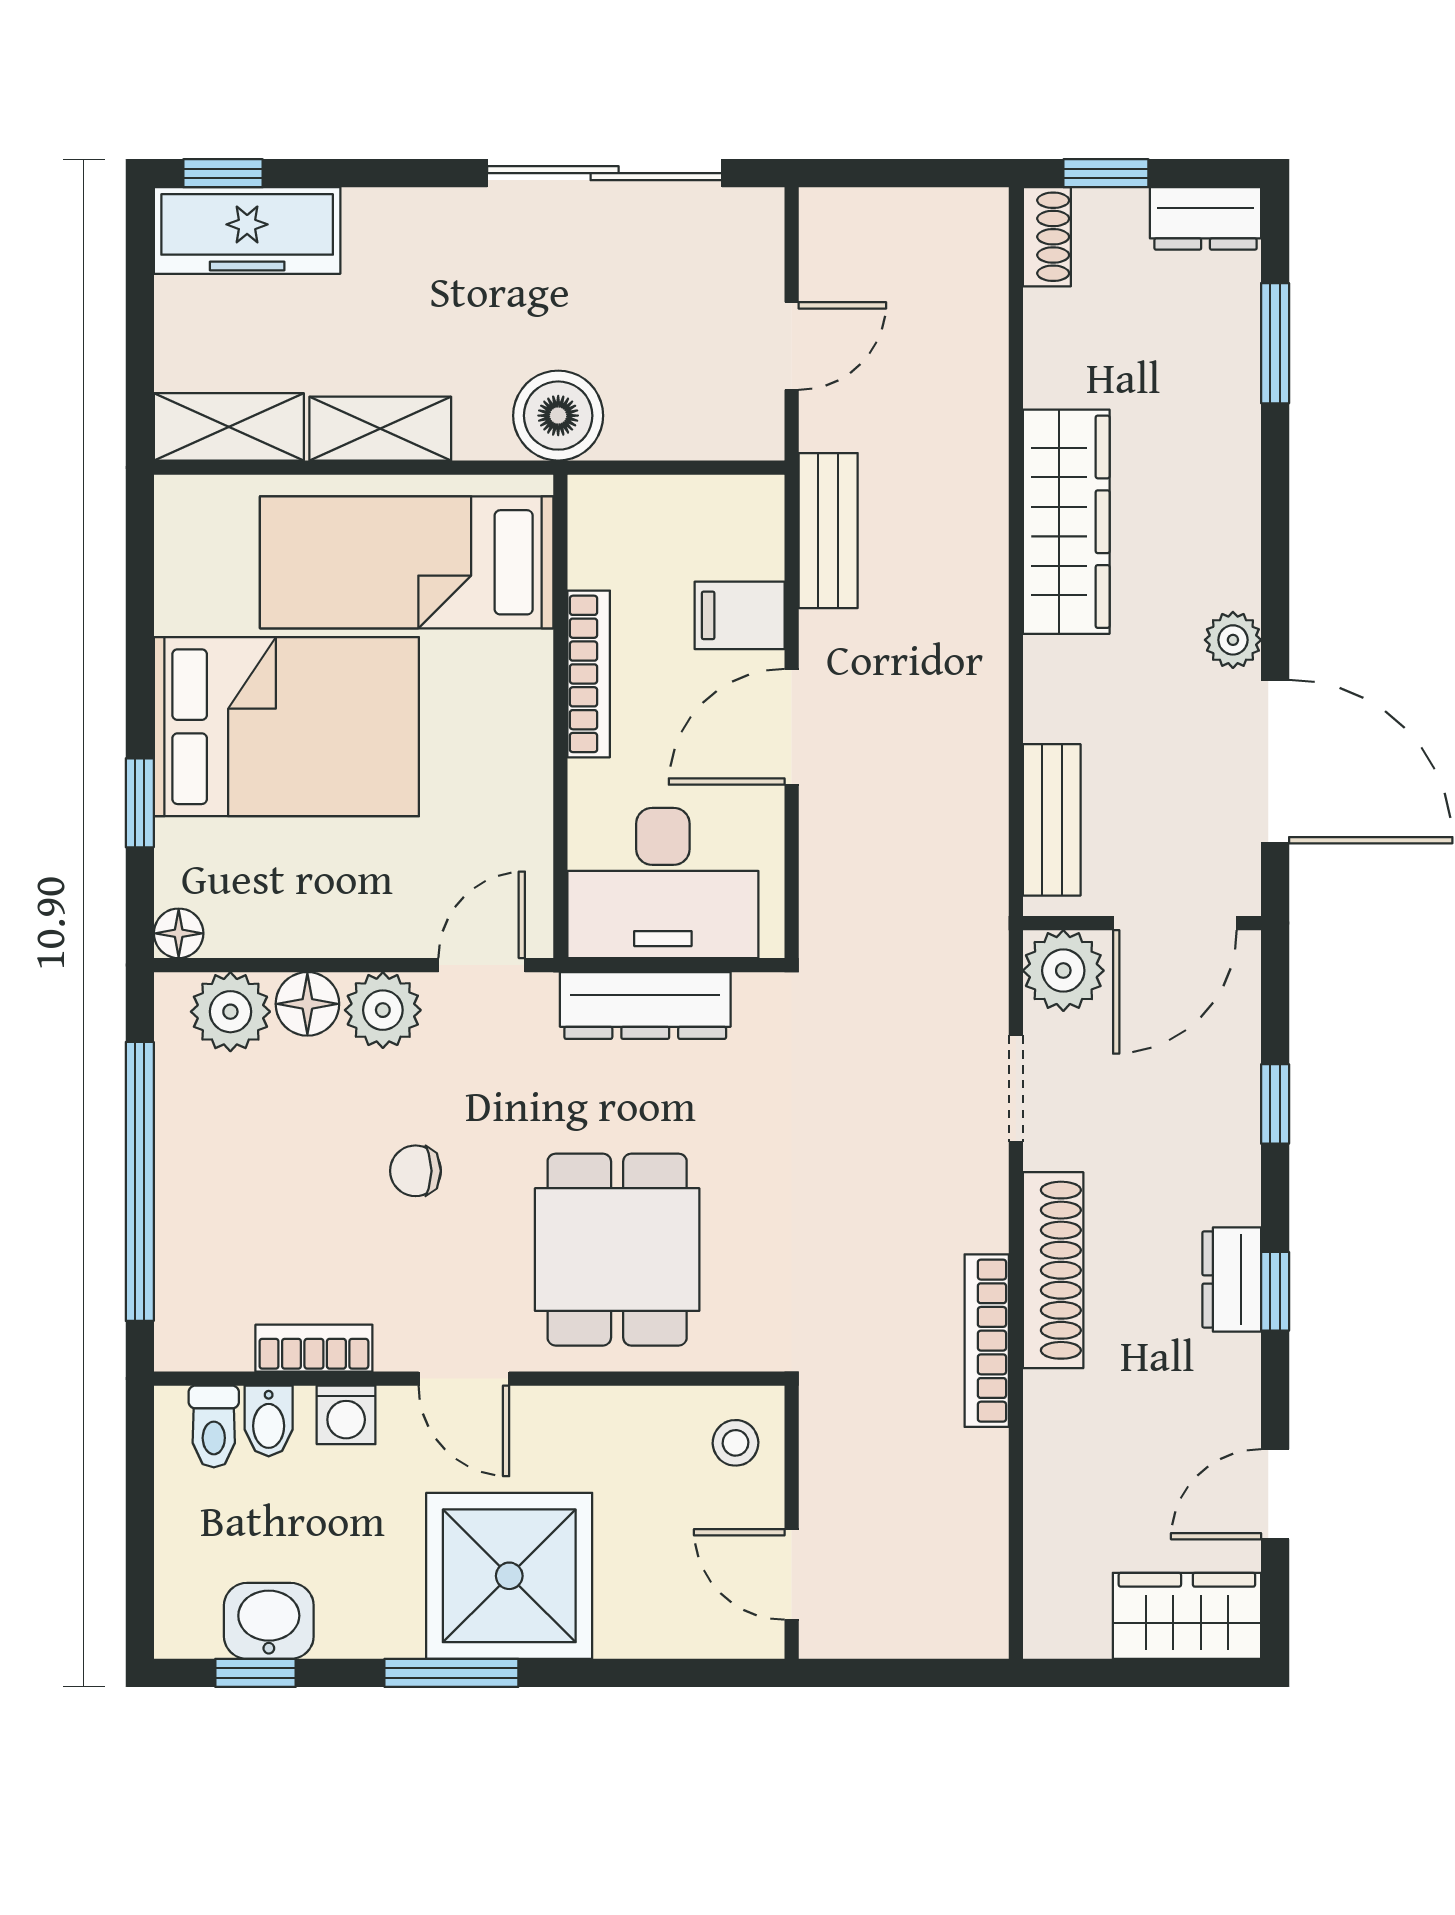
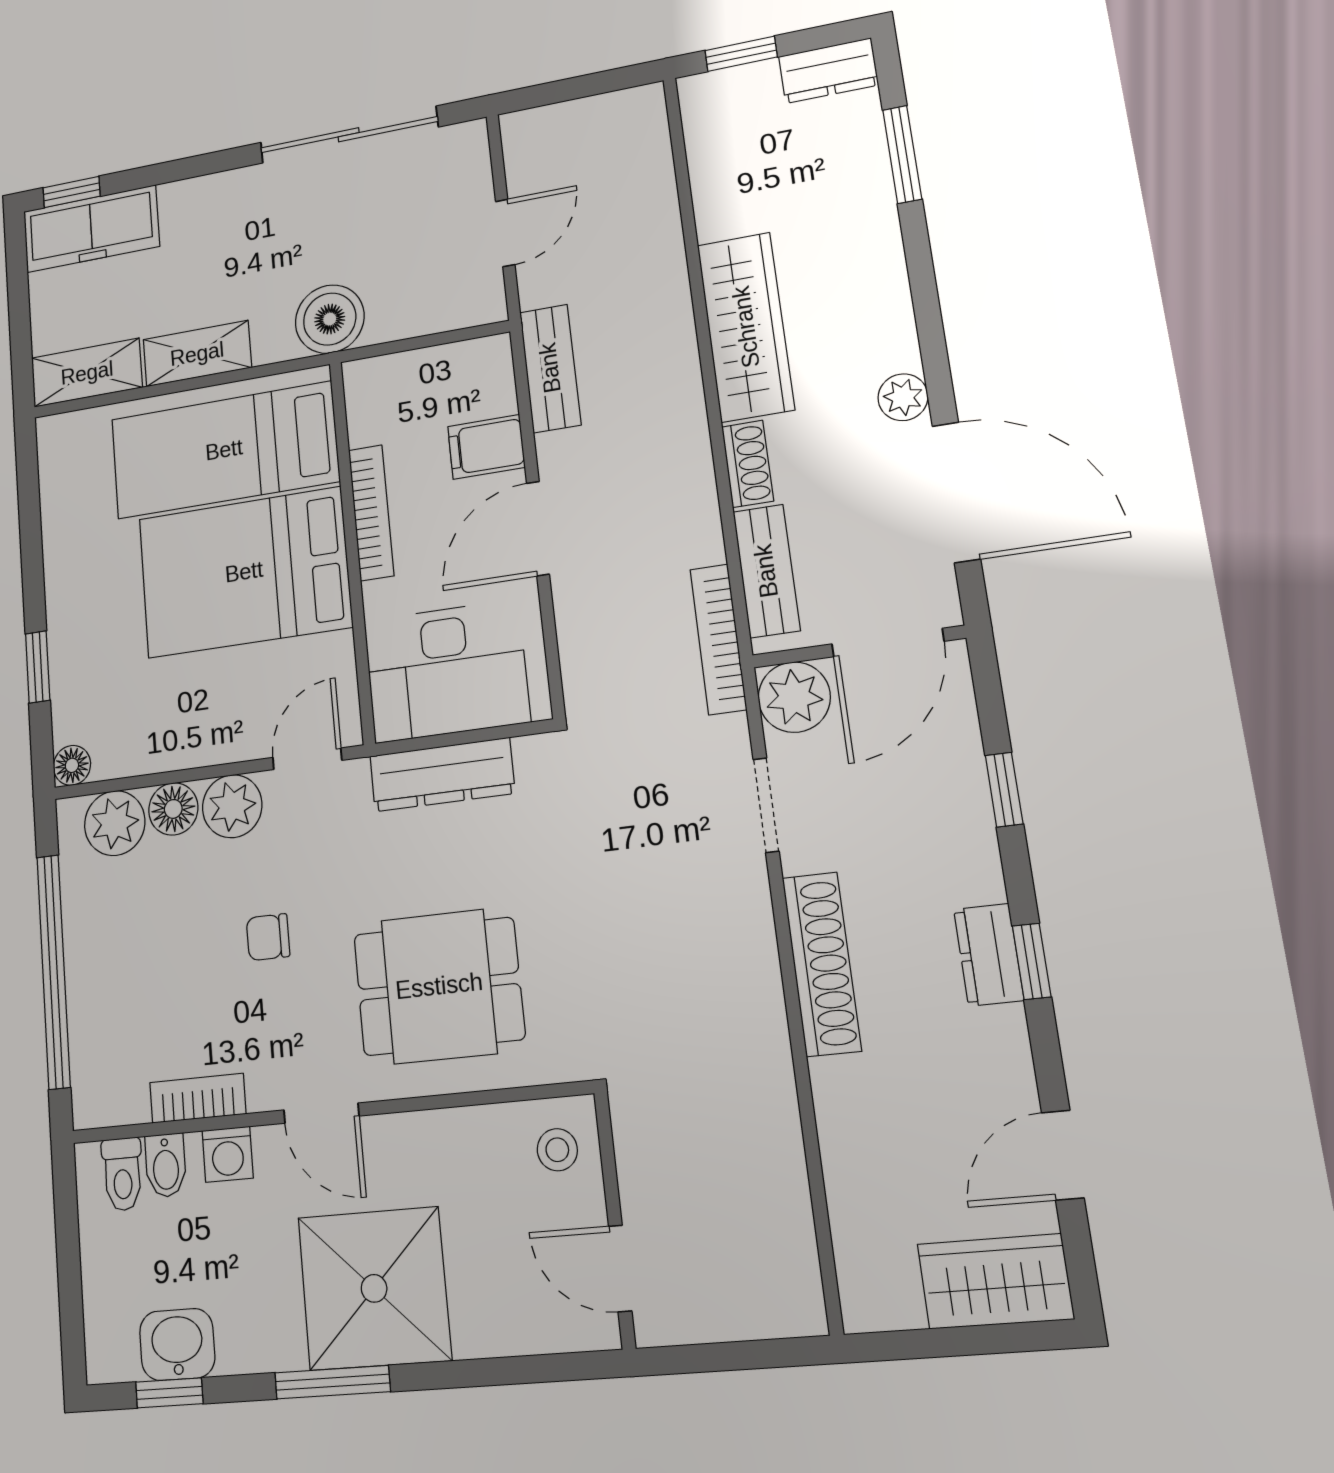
shoe rack: (1047, 237) -> (748, 464), moved
bed: (286, 727) -> (244, 572), moved, turned 180
dining table: (617, 1250) -> (439, 986), turned 90
bookcase: (987, 1341) -> (718, 639), moved

